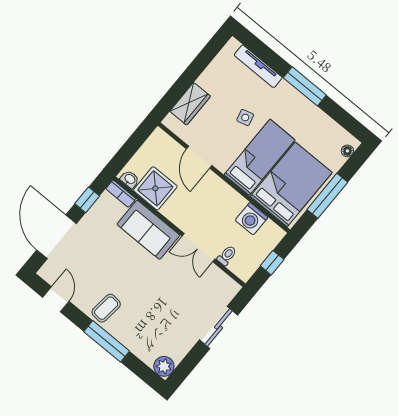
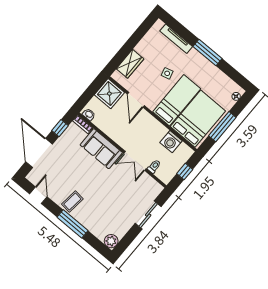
shower: (155, 188) -> (109, 94), moved

